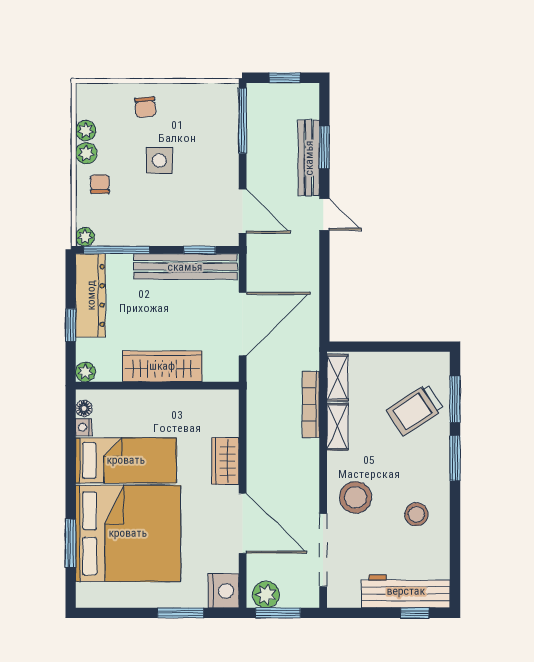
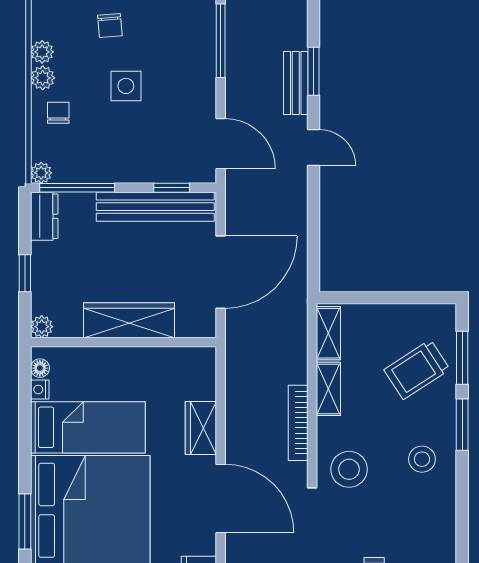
bench: (309, 158) -> (296, 83), width x0.73
dresser: (91, 295) -> (44, 216), width x0.51, depth x0.80
bookcase: (311, 404) -> (298, 423), moved
stool: (416, 514) -> (422, 459), moved

